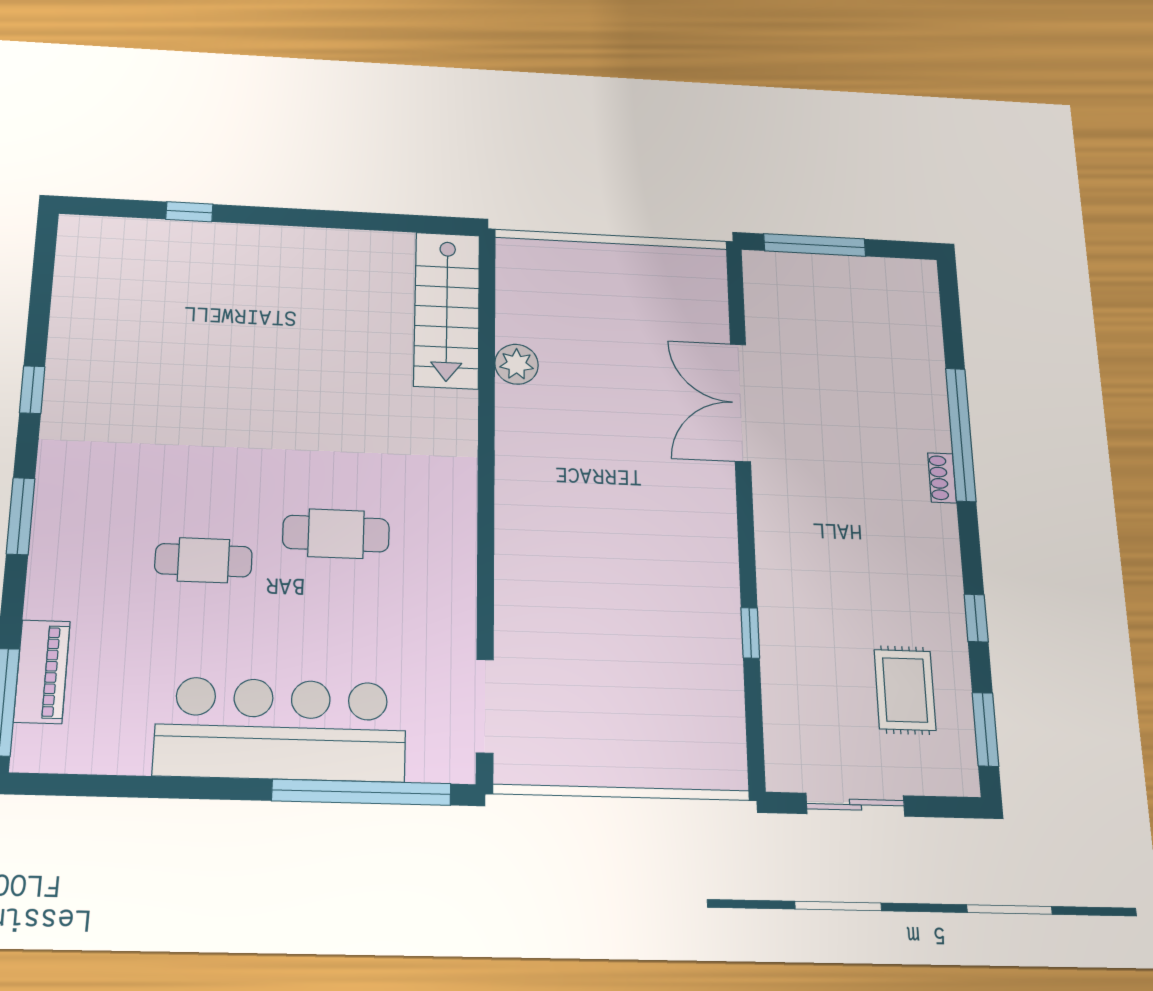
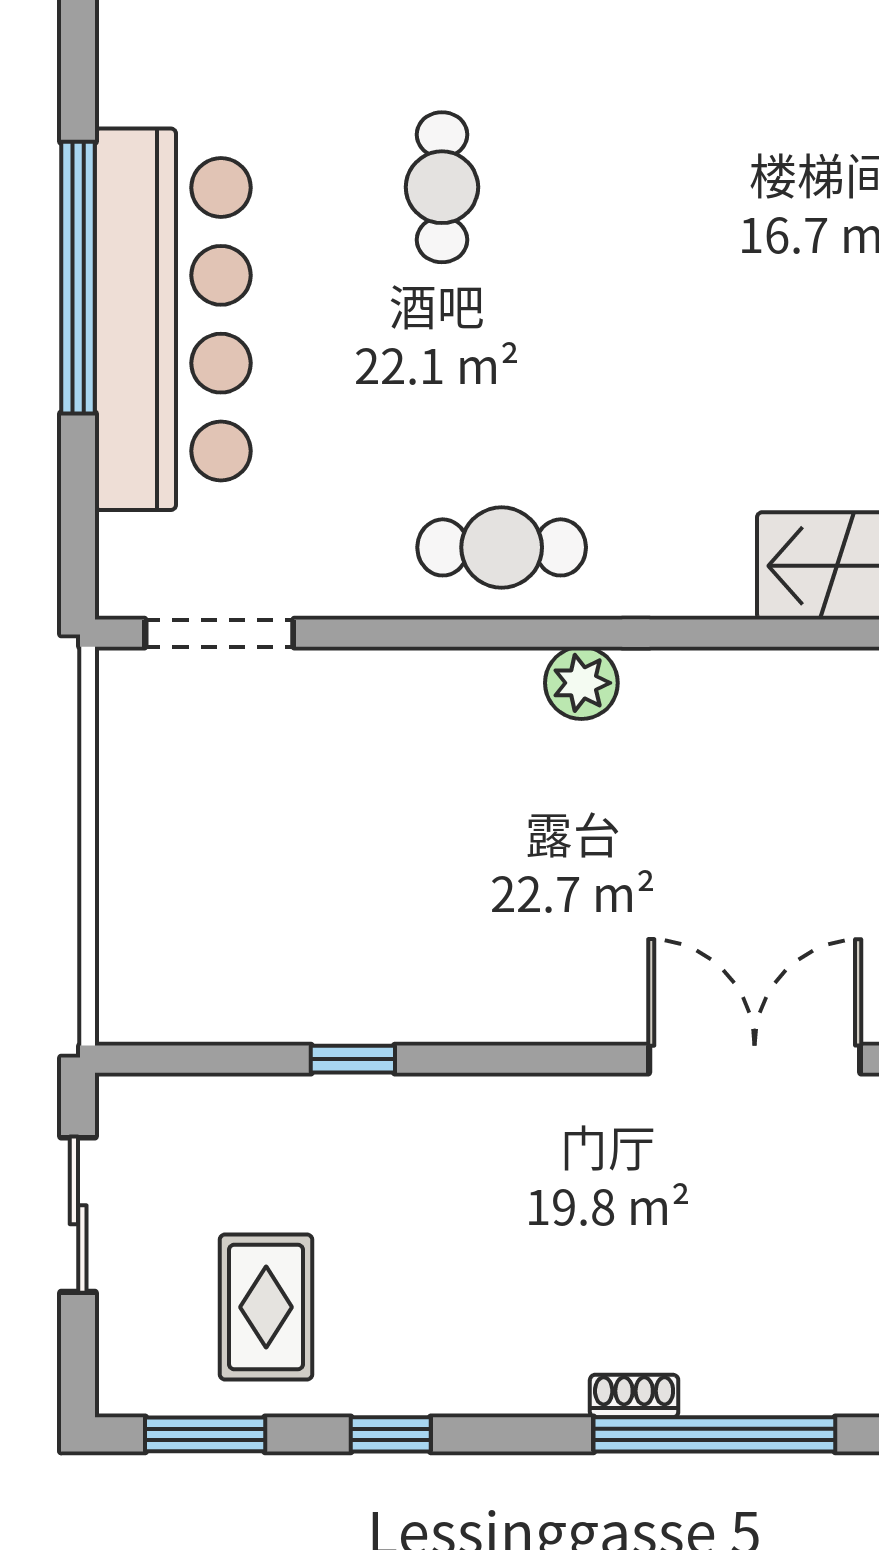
plant: (517, 364) -> (581, 683), moved
cafe table: (336, 534) -> (502, 547), moved, turned 90
rug: (905, 690) -> (266, 1307), turned 90
window: (361, 792) -> (78, 278), moved

